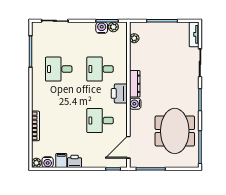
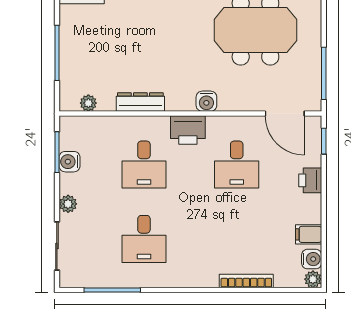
plant: (113, 27) -> (68, 204), moved
dresser: (135, 84) -> (140, 102), moved
printer: (75, 161) -> (310, 180), moved

